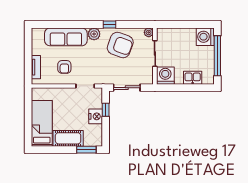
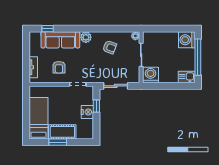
window: (109, 25) -> (48, 29), moved
armchair: (120, 45) -> (110, 47), width x0.53, depth x0.53
kitchen sink: (193, 78) -> (187, 77), moved
window: (86, 150) -> (58, 142), moved

